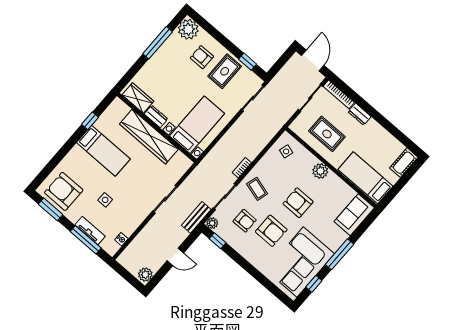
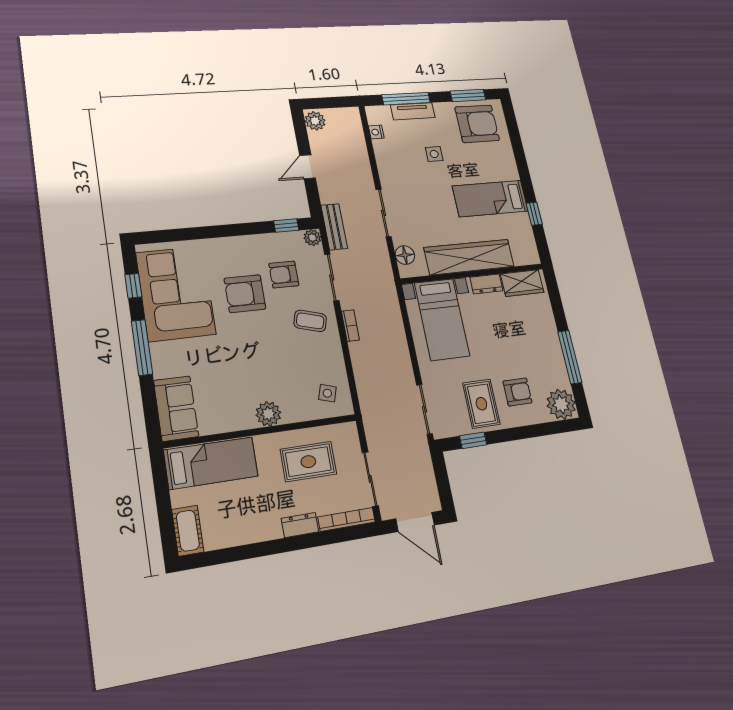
floor lamp: (179, 170) -> (405, 255), added
armchair: (298, 203) -> (252, 353), removed

